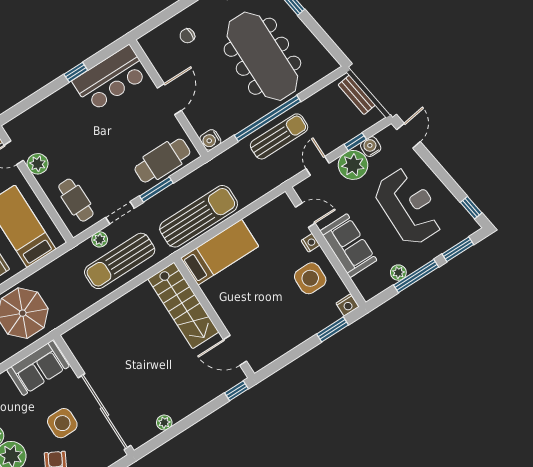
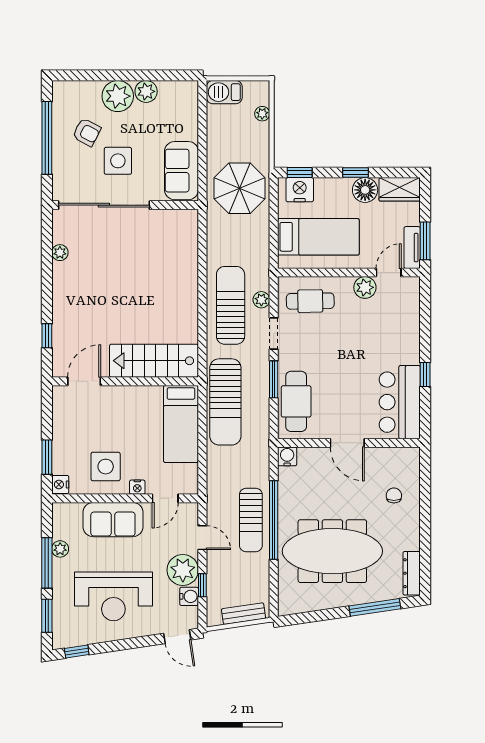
bed: (220, 252) -> (181, 424), moved
stairs: (183, 305) -> (154, 361), moved
wall: (214, 318) -> (125, 381), moved
door: (235, 350) -> (84, 381), moved

